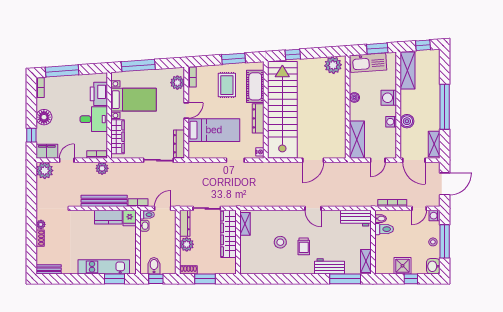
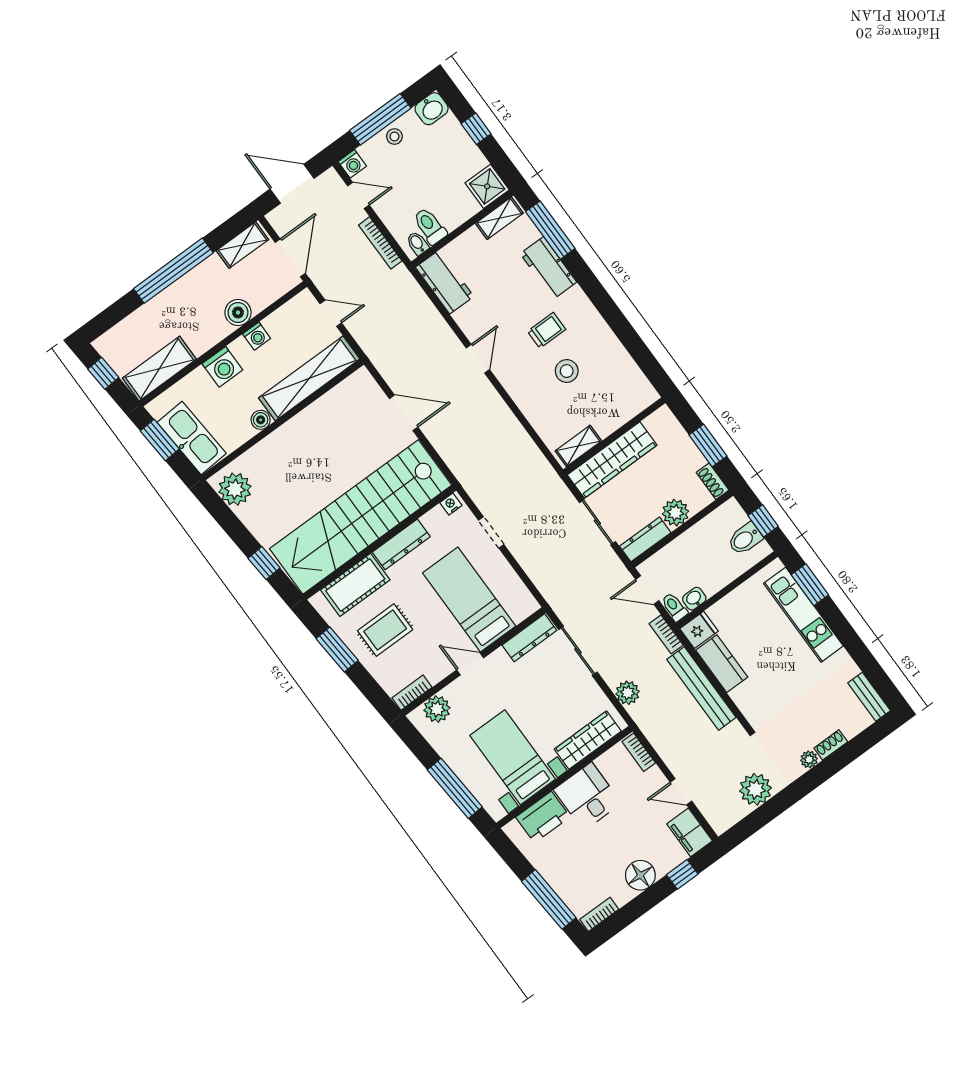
shelving: (357, 140) -> (309, 378), width x1.47
plant: (102, 168) -> (628, 693), moved
plant: (45, 171) -> (756, 789), moved
shower: (403, 266) -> (487, 186), moved

